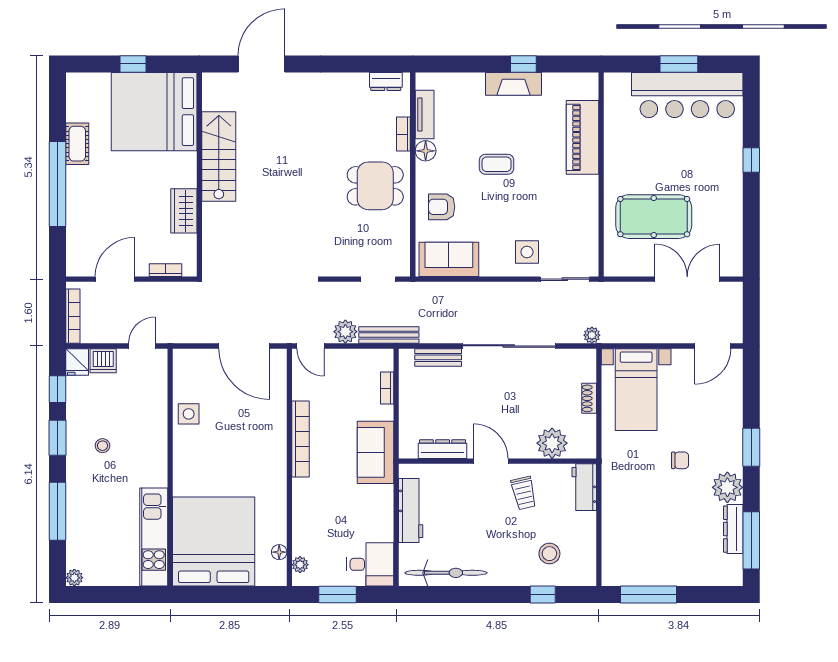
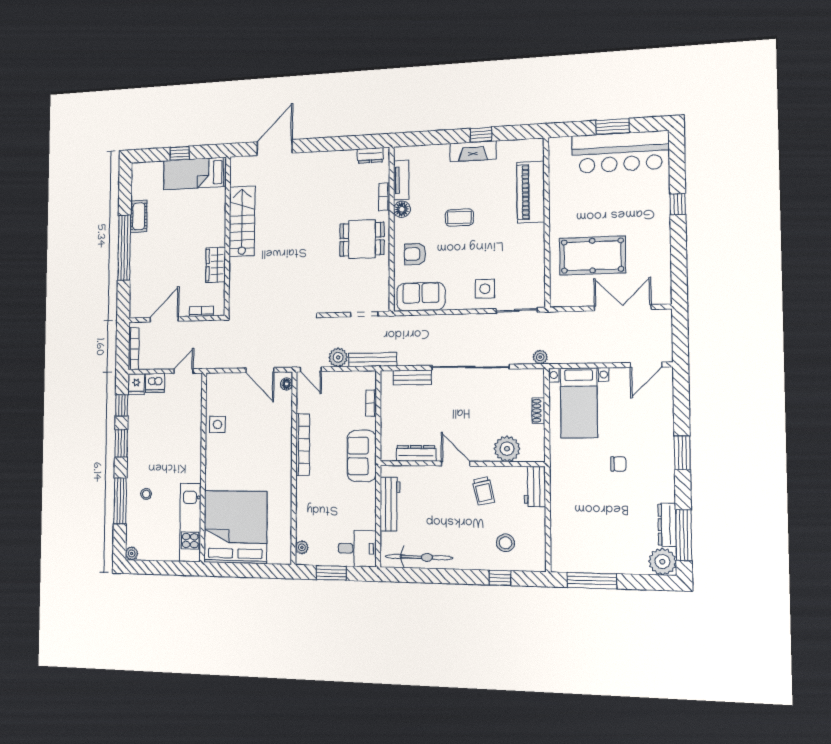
bed: (154, 112) -> (195, 174), width x0.49
door: (244, 346) -> (260, 370), width x0.73
stool: (103, 446) -> (146, 494), moved
plant: (727, 487) -> (662, 562), moved
floor lamp: (279, 552) -> (287, 384), moved

